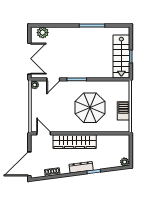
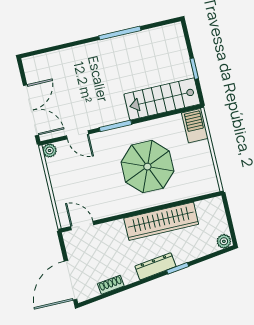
plant: (43, 33) -> (43, 63), removed
stairs: (121, 56) -> (162, 99), moved, turned 90
door: (53, 79) -> (78, 135), hinge flipped
barbecue: (123, 111) -> (195, 126), moved
wardrobe: (75, 142) -> (161, 221), moved

